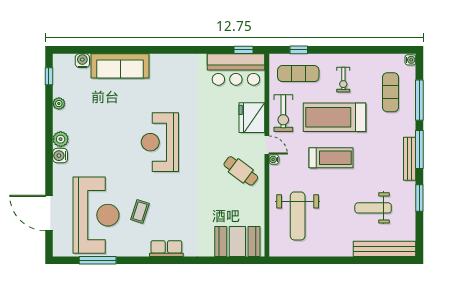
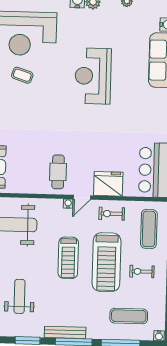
exercise bike: (283, 113) -> (112, 214), width x0.73, depth x0.72
treadmill: (334, 117) -> (106, 262), turned 180
reception desk: (160, 142) -> (93, 76), moved, turned -90
cafe table: (241, 171) -> (58, 172), turned -37

